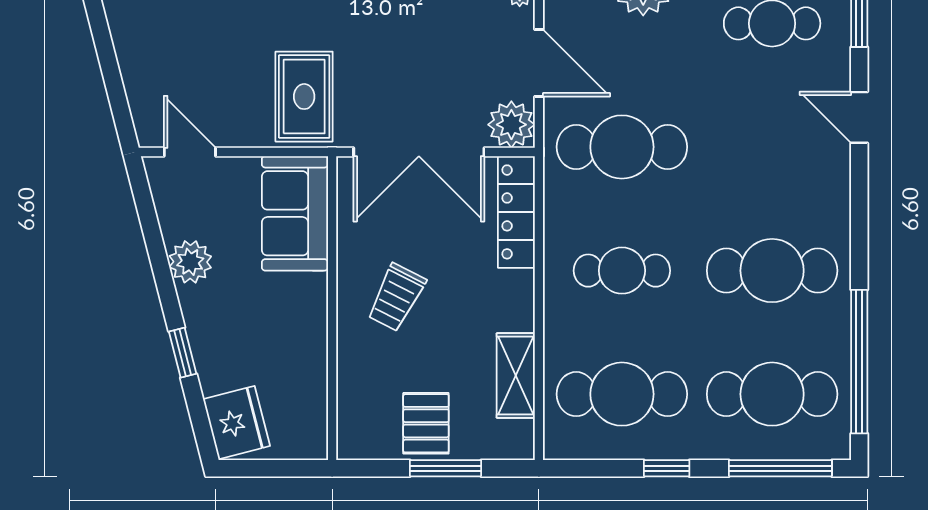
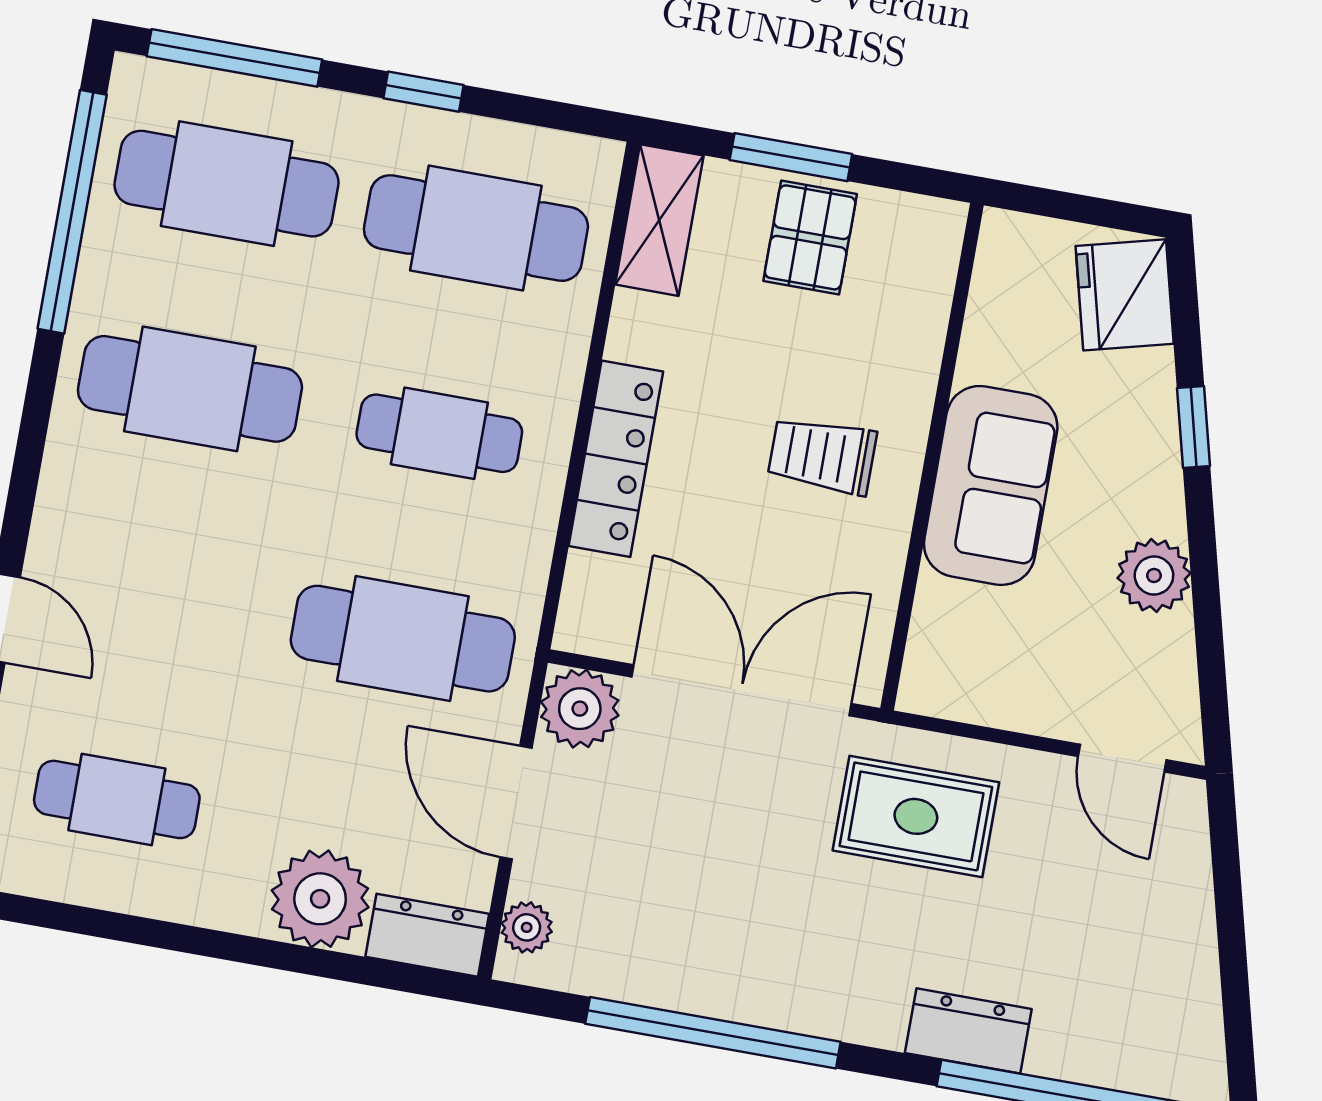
rug: (304, 97) -> (916, 816), turned 90
locker: (516, 212) -> (616, 459), moved
sofa: (295, 213) -> (991, 485), moved
trolley: (396, 297) -> (822, 455), turned -117
shelving: (516, 375) -> (659, 220), moved

